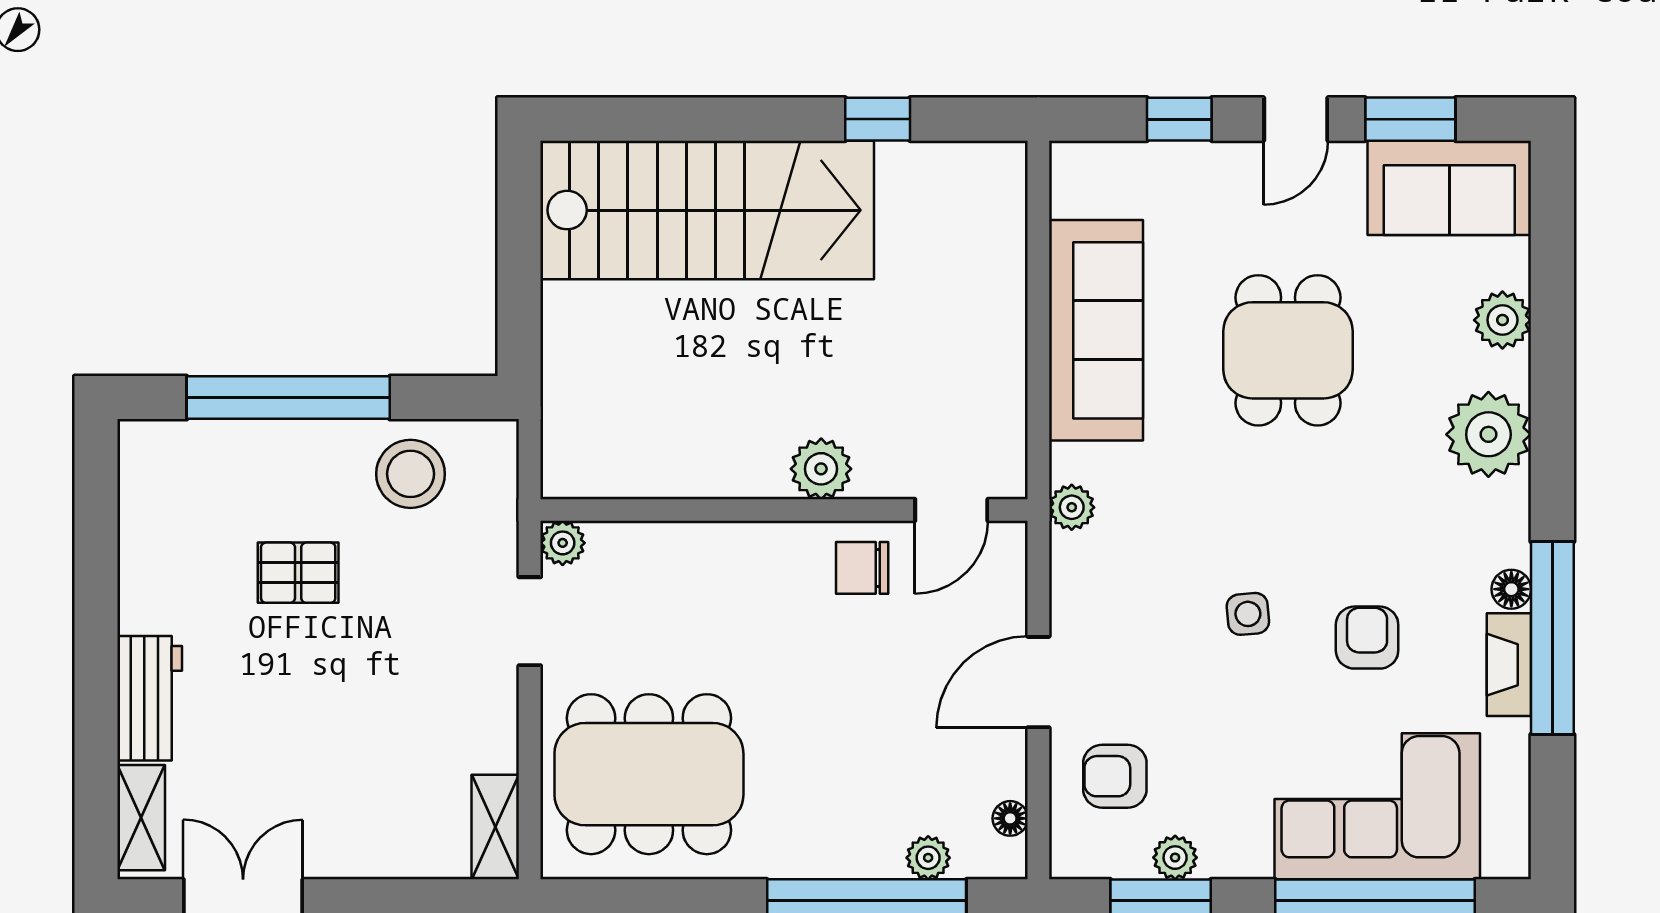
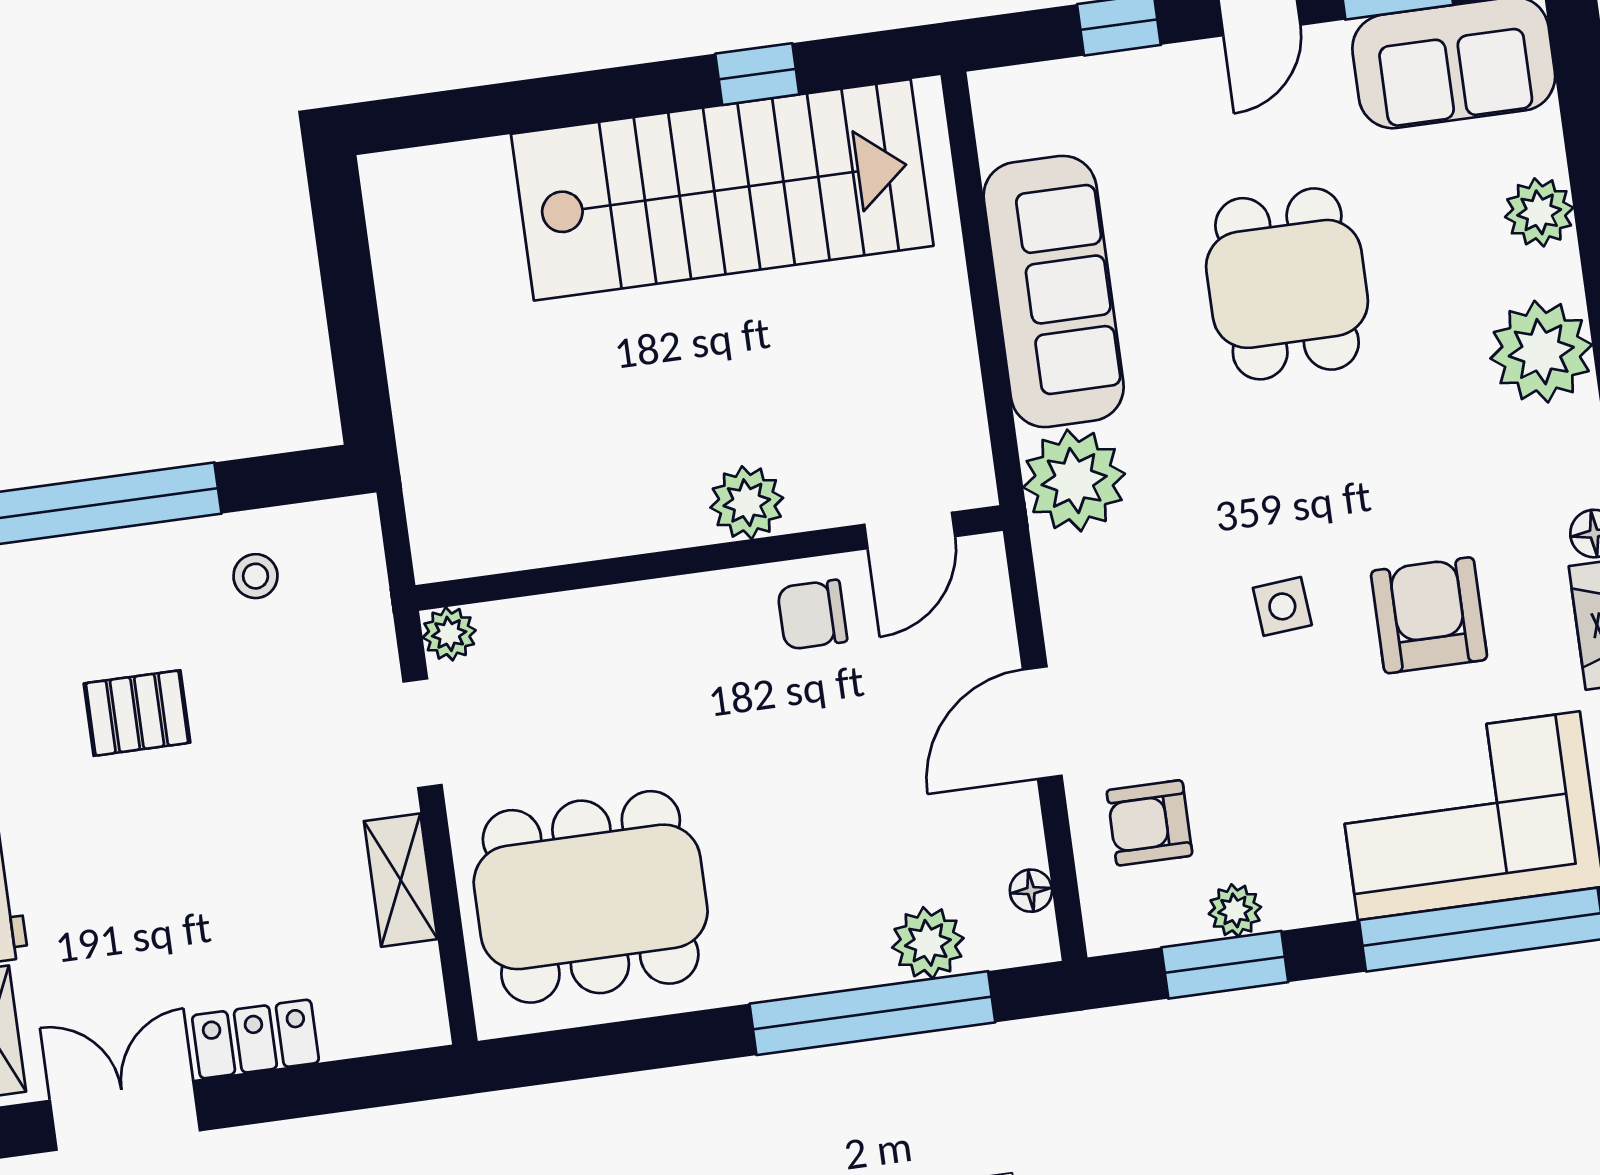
stairs: (707, 210) -> (722, 190), moved
stool: (411, 474) -> (255, 576), width x0.53, depth x0.53
plant: (1072, 507) -> (1074, 481), width x1.88, depth x1.88
armchair: (1367, 638) -> (1429, 615), width x1.38, depth x1.38
shelving: (495, 827) -> (401, 880), moved
locker: (359, 853) -> (255, 1039), added
plant: (928, 858) -> (928, 943), width x1.38, depth x1.38

